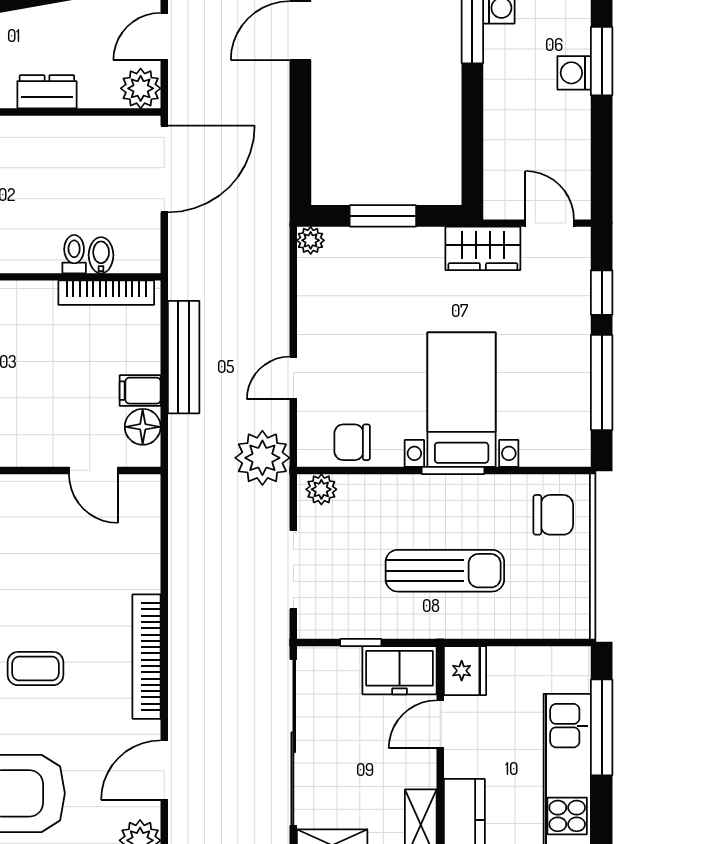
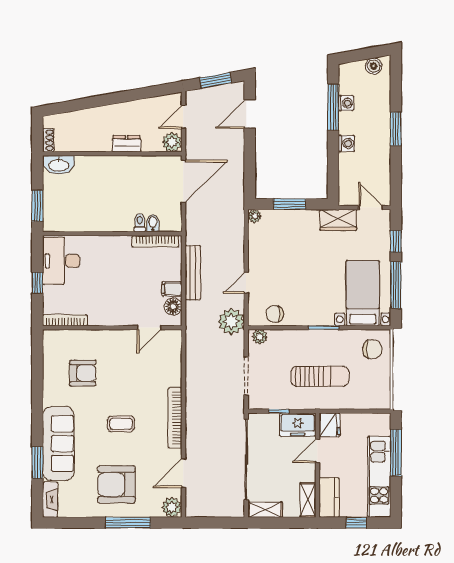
washing machine: (574, 73) -> (346, 143), moved, turned 180
bed with nightstands: (462, 400) -> (363, 293), moved
door: (93, 470) -> (149, 328), hinge flipped

